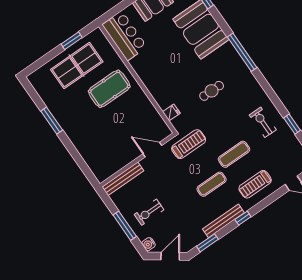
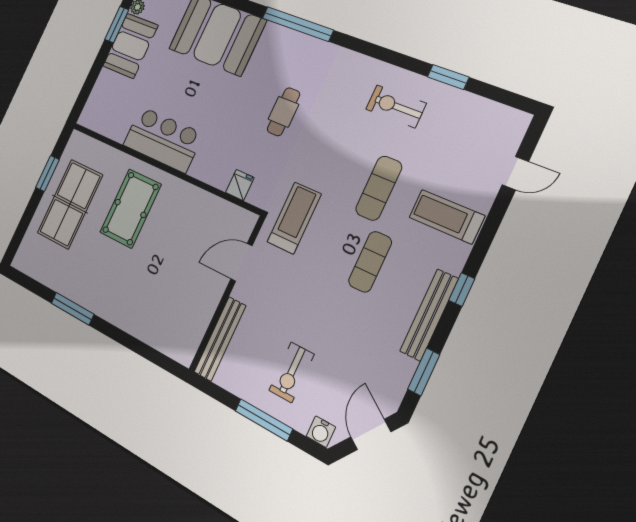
bar counter: (125, 36) -> (163, 139), moved
treadmill: (255, 184) -> (447, 217), turned 90

